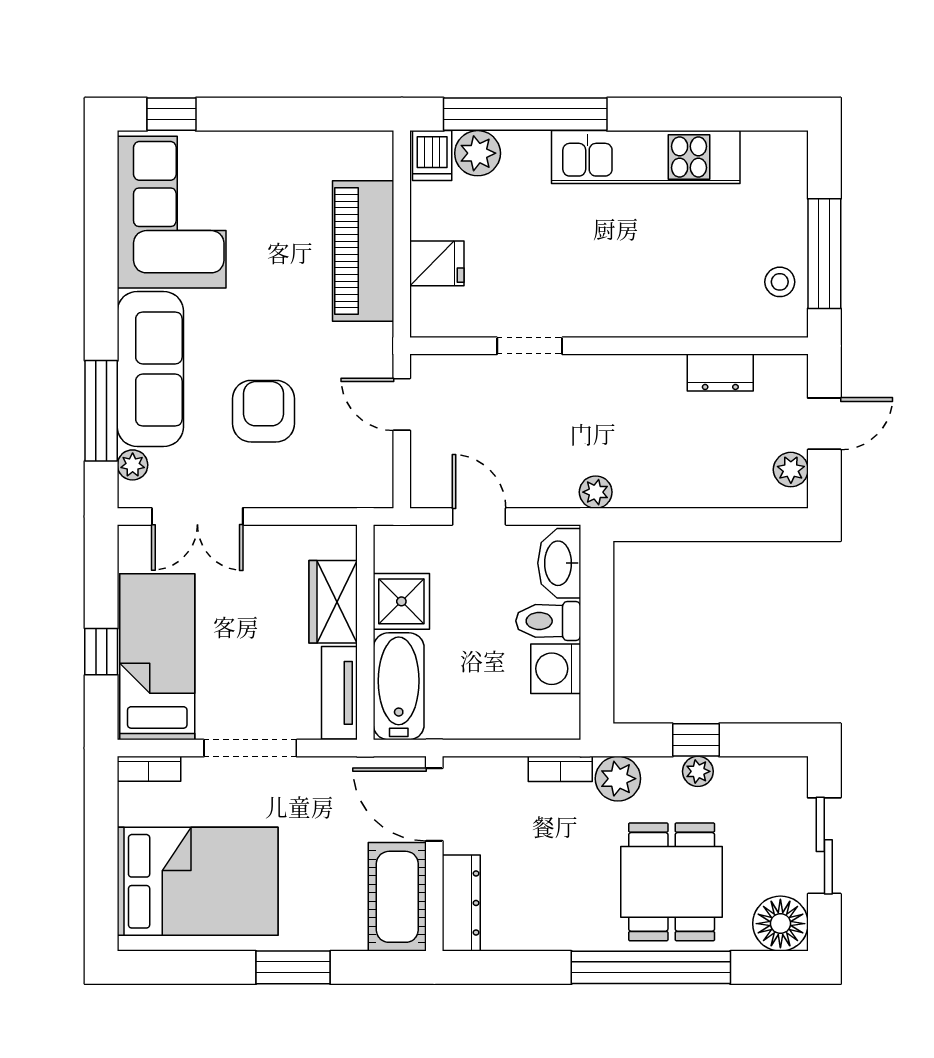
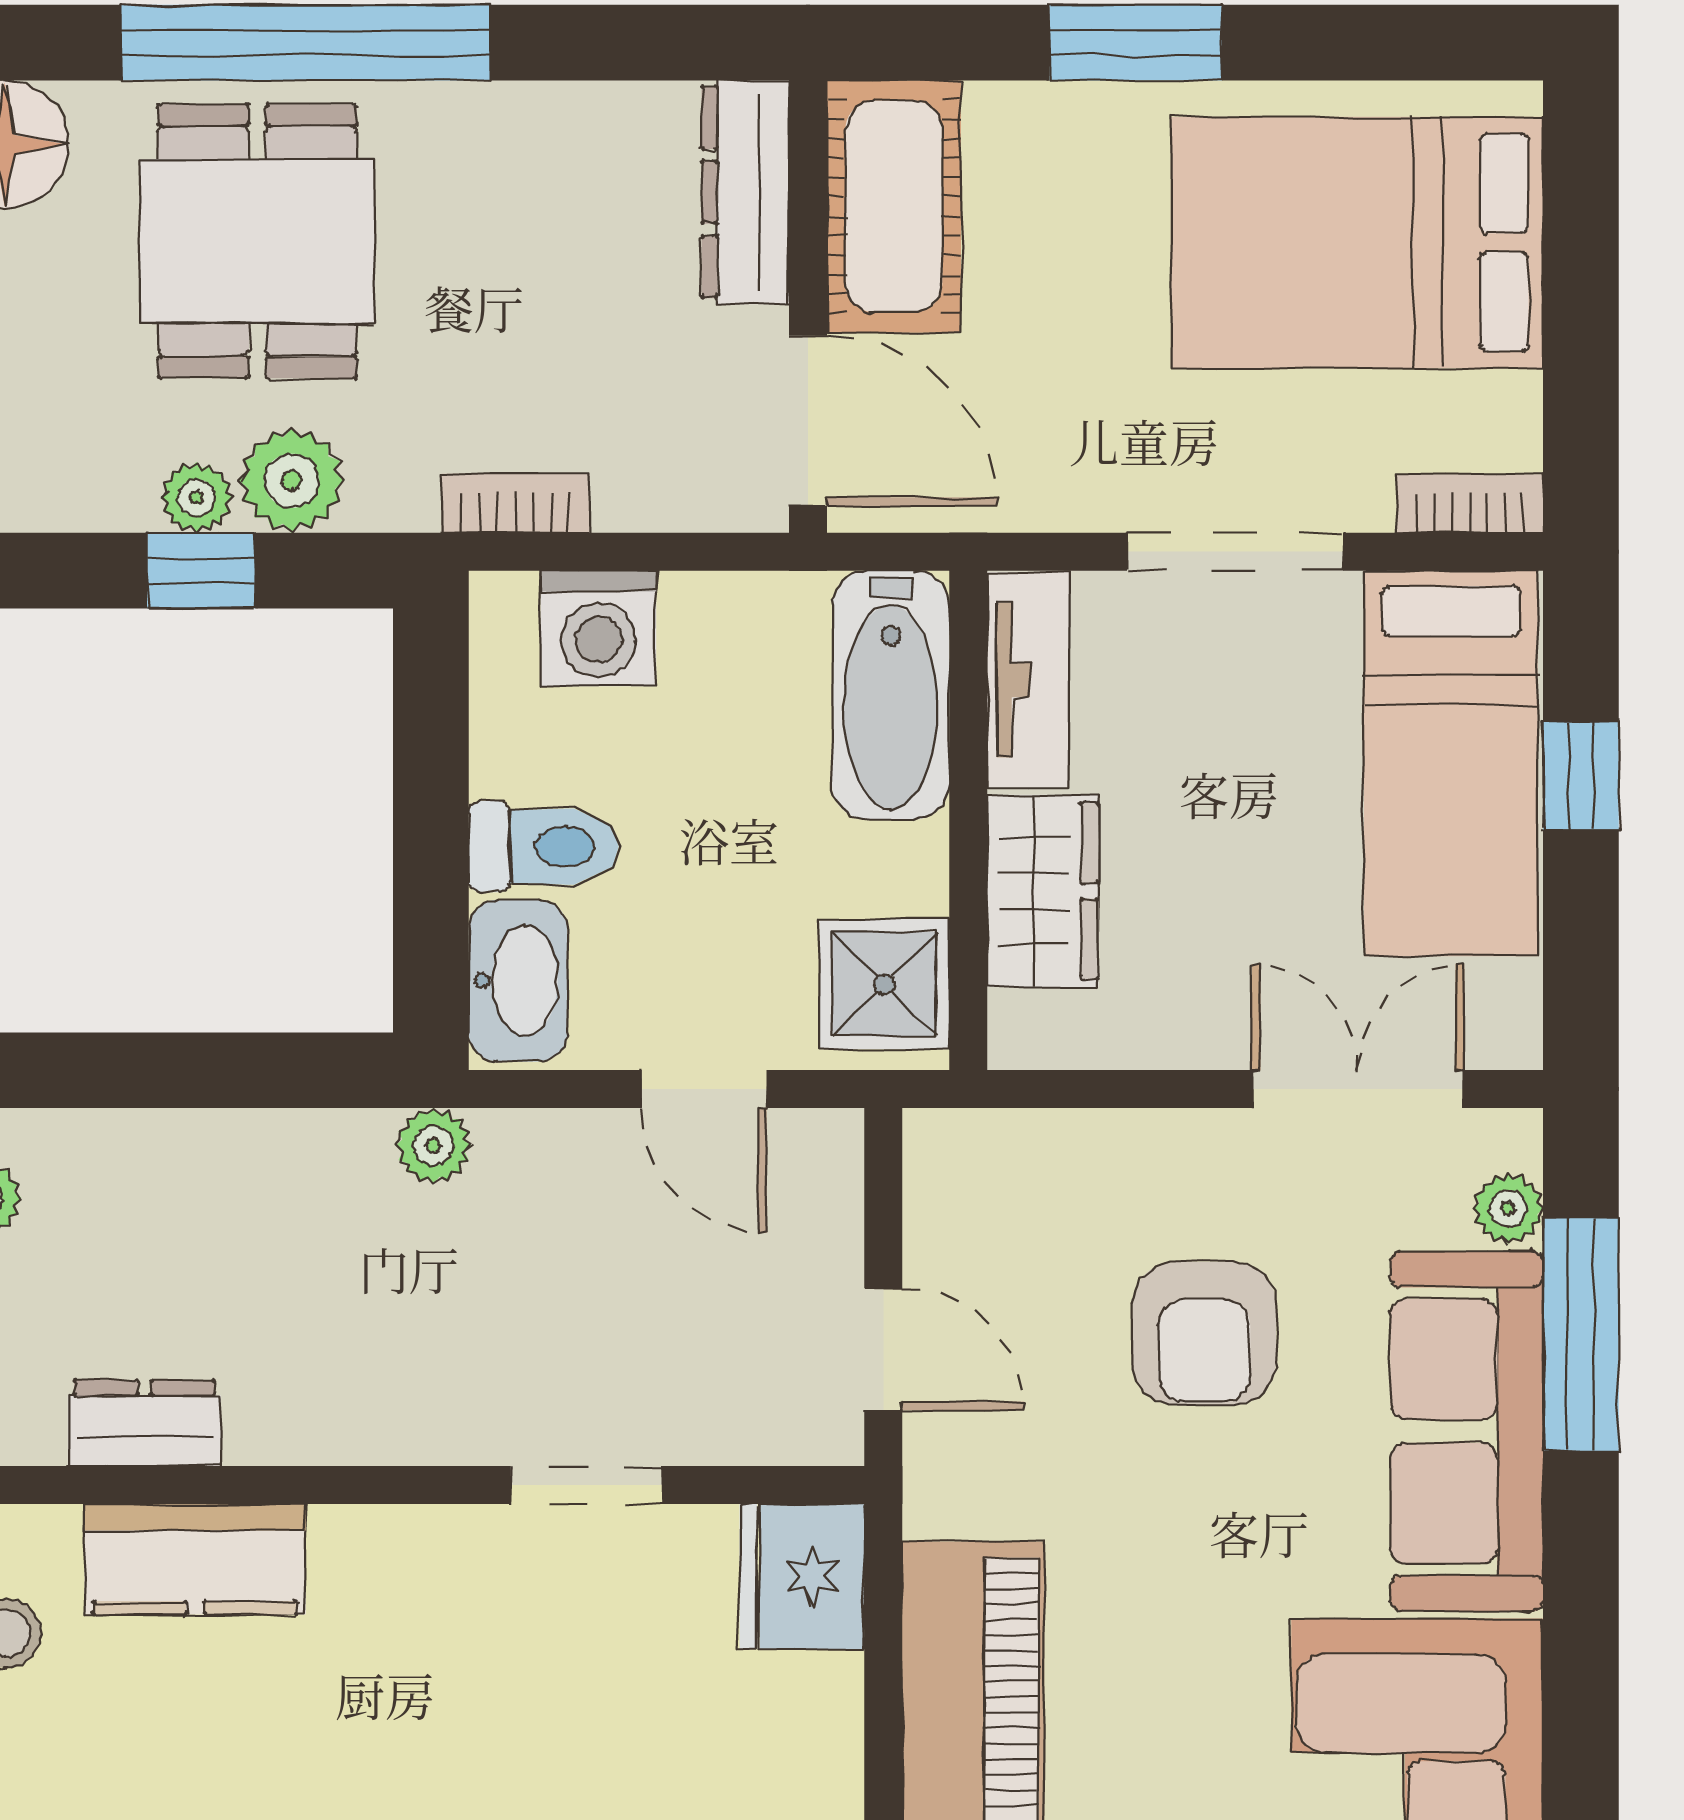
fridge: (437, 263) -> (802, 1576), moved, width x1.38
kitchen counter: (698, 314) -> (195, 1559), added
shower: (401, 601) -> (884, 984), moved
washing machine: (556, 669) -> (598, 628), moved, turned 90
plant: (618, 779) -> (292, 481), moved

